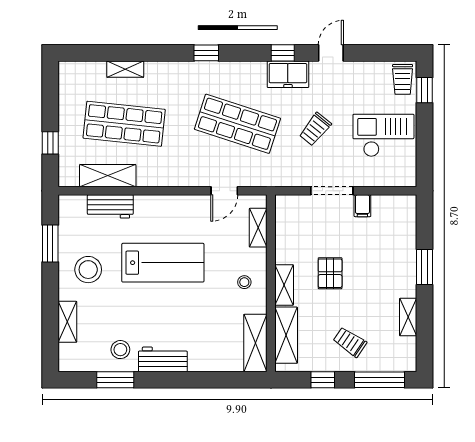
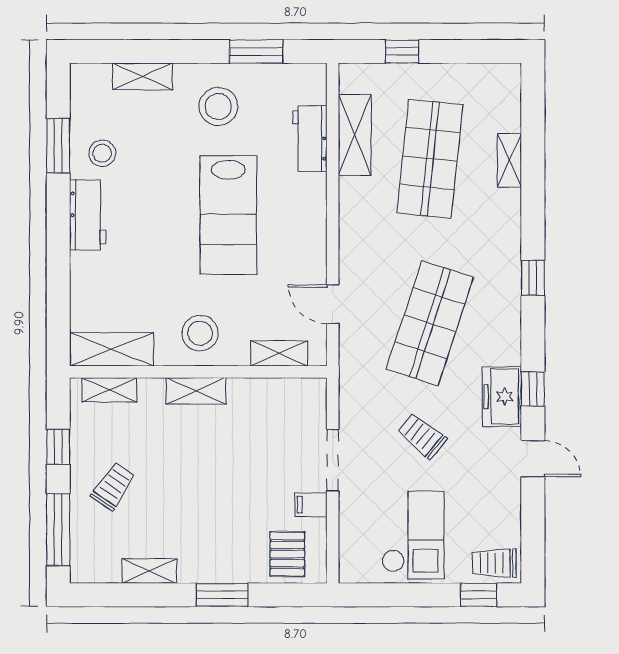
pallet: (330, 273) -> (287, 554), moved, turned 90
stool: (244, 282) -> (200, 333), width x1.89, depth x1.89
shelving: (286, 335) -> (109, 390), width x0.67, depth x0.75

